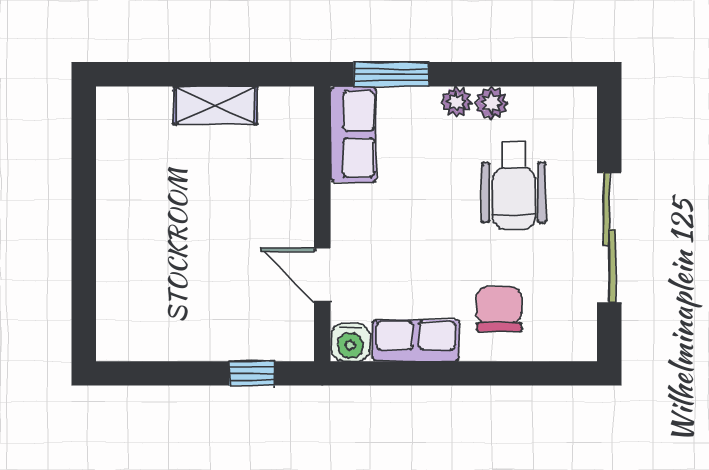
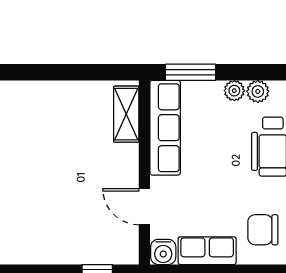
shelving: (216, 105) -> (126, 114), moved, turned 90
row of seats: (353, 134) -> (165, 128), width x1.48
chair: (499, 309) -> (263, 230), turned -90

